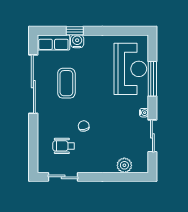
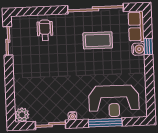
chair: (84, 126) -> (57, 59), removed
wheelchair: (64, 146) -> (45, 30), moved
plant: (124, 165) -> (22, 115), moved

